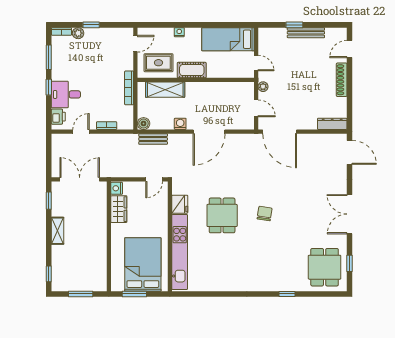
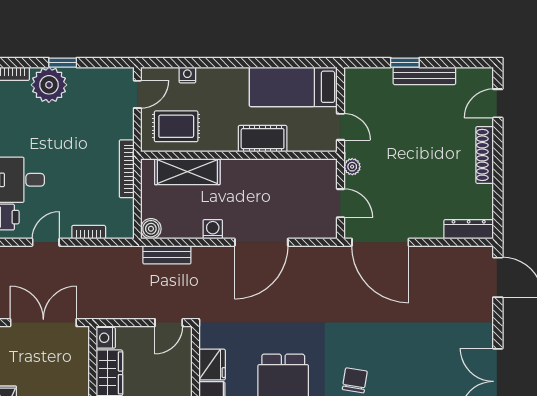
nightstand: (179, 32) -> (187, 75), moved
plant: (78, 33) -> (49, 85), width x1.88, depth x1.88
cot: (192, 70) -> (263, 139), moved

